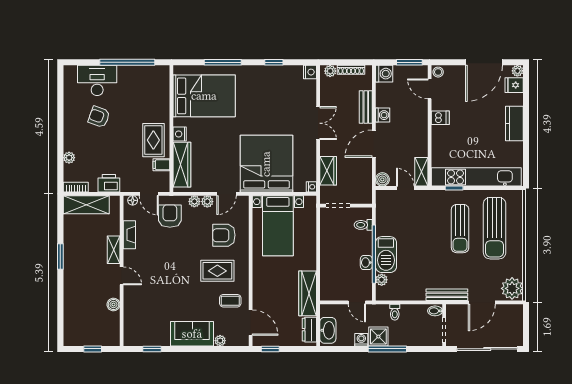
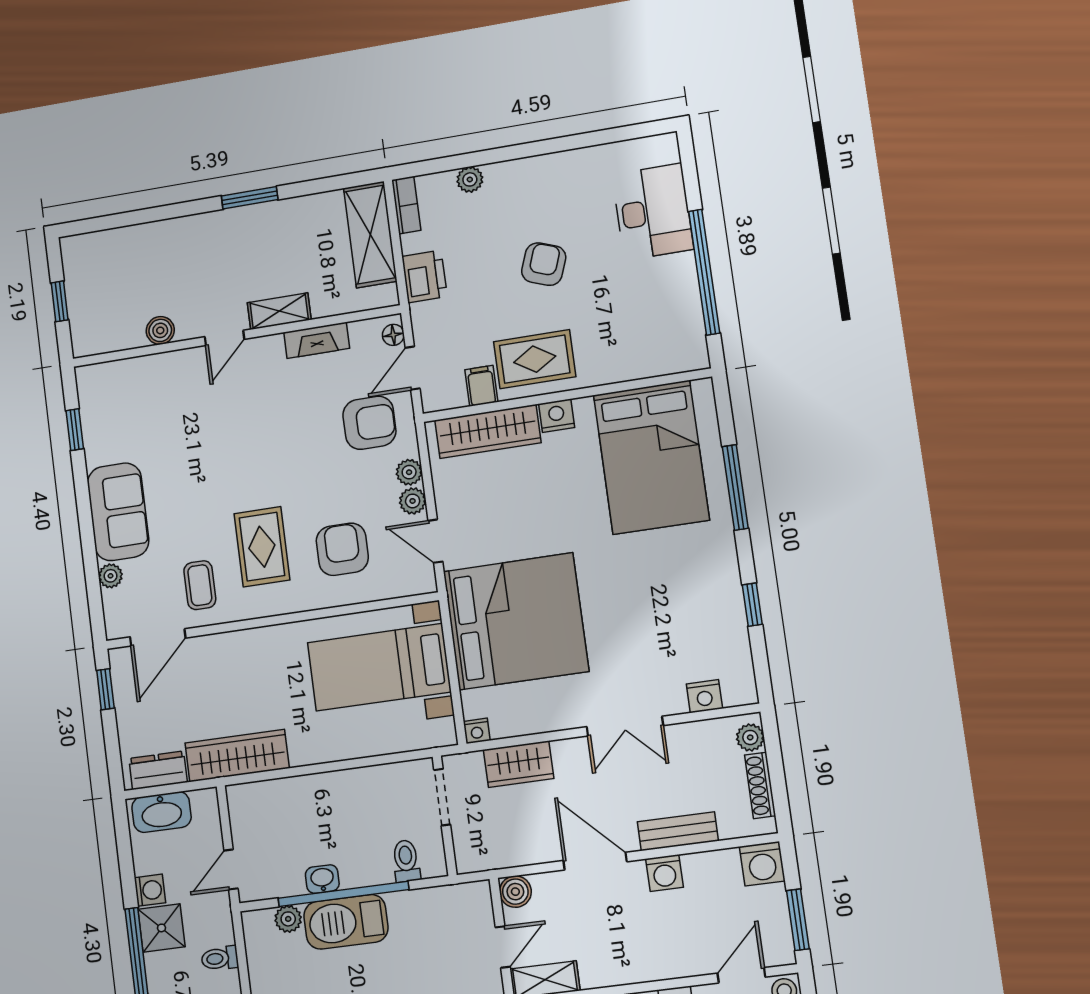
nightstand: (310, 72) -> (704, 696), moved
armchair: (99, 117) -> (544, 264), moved

